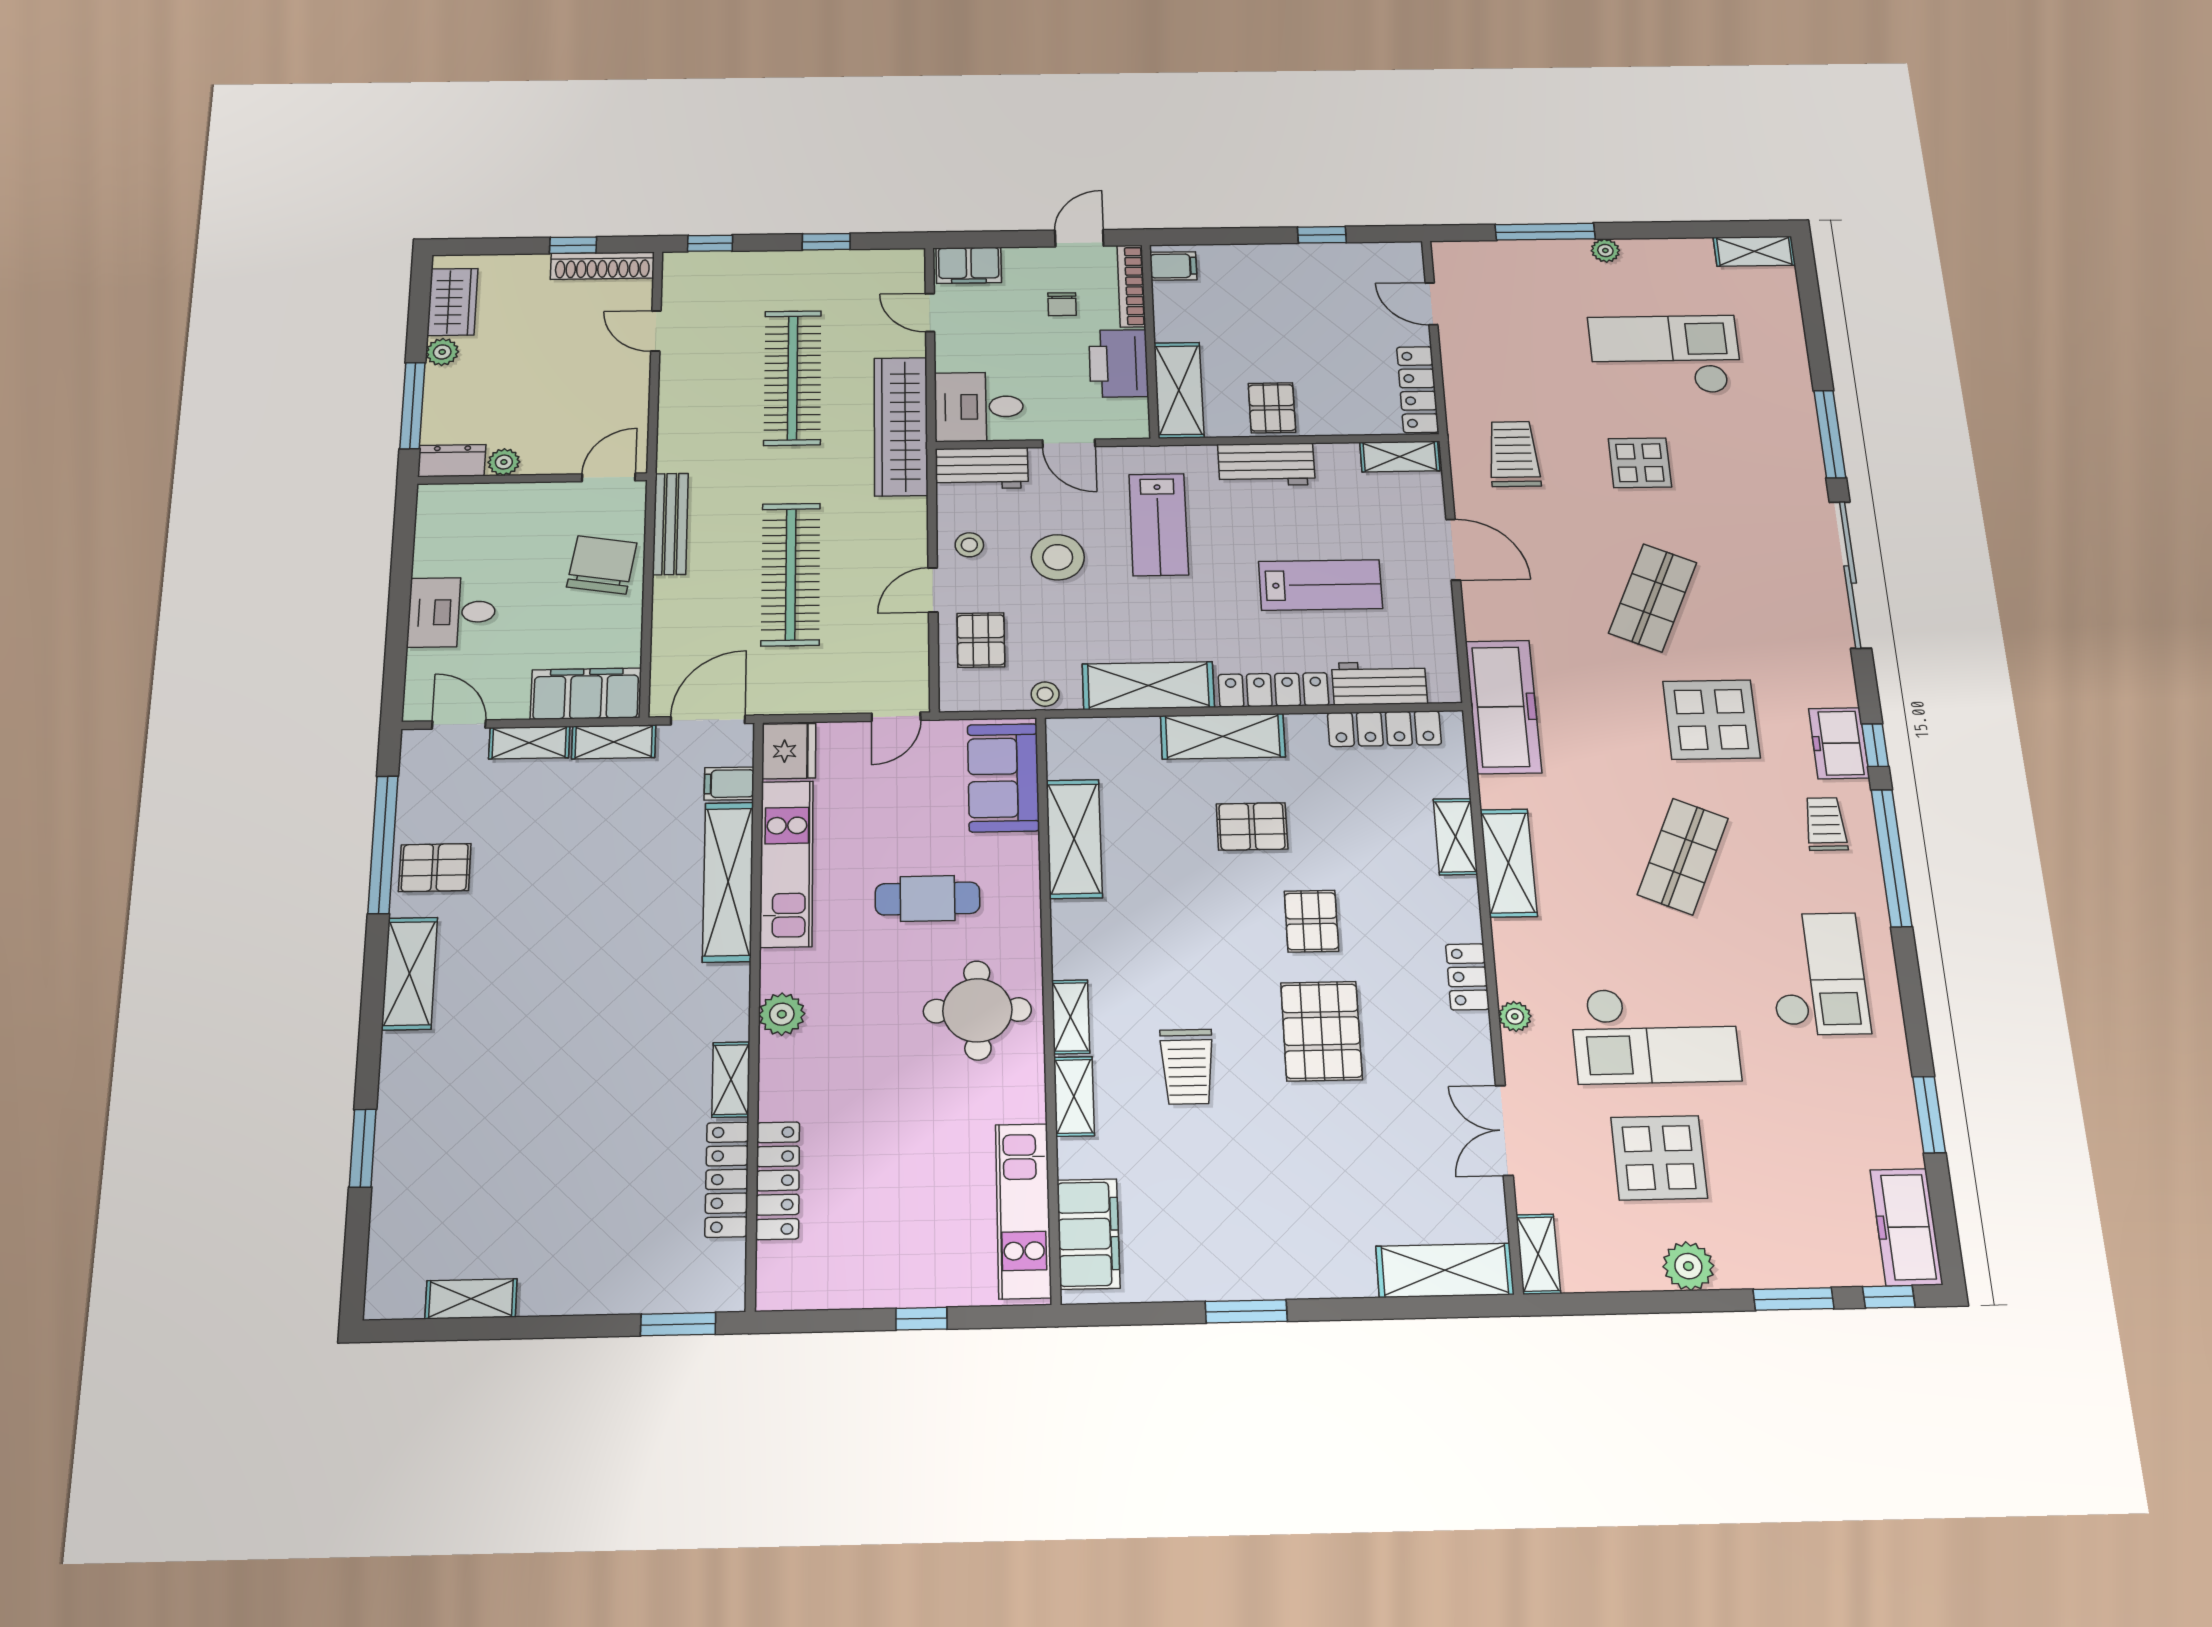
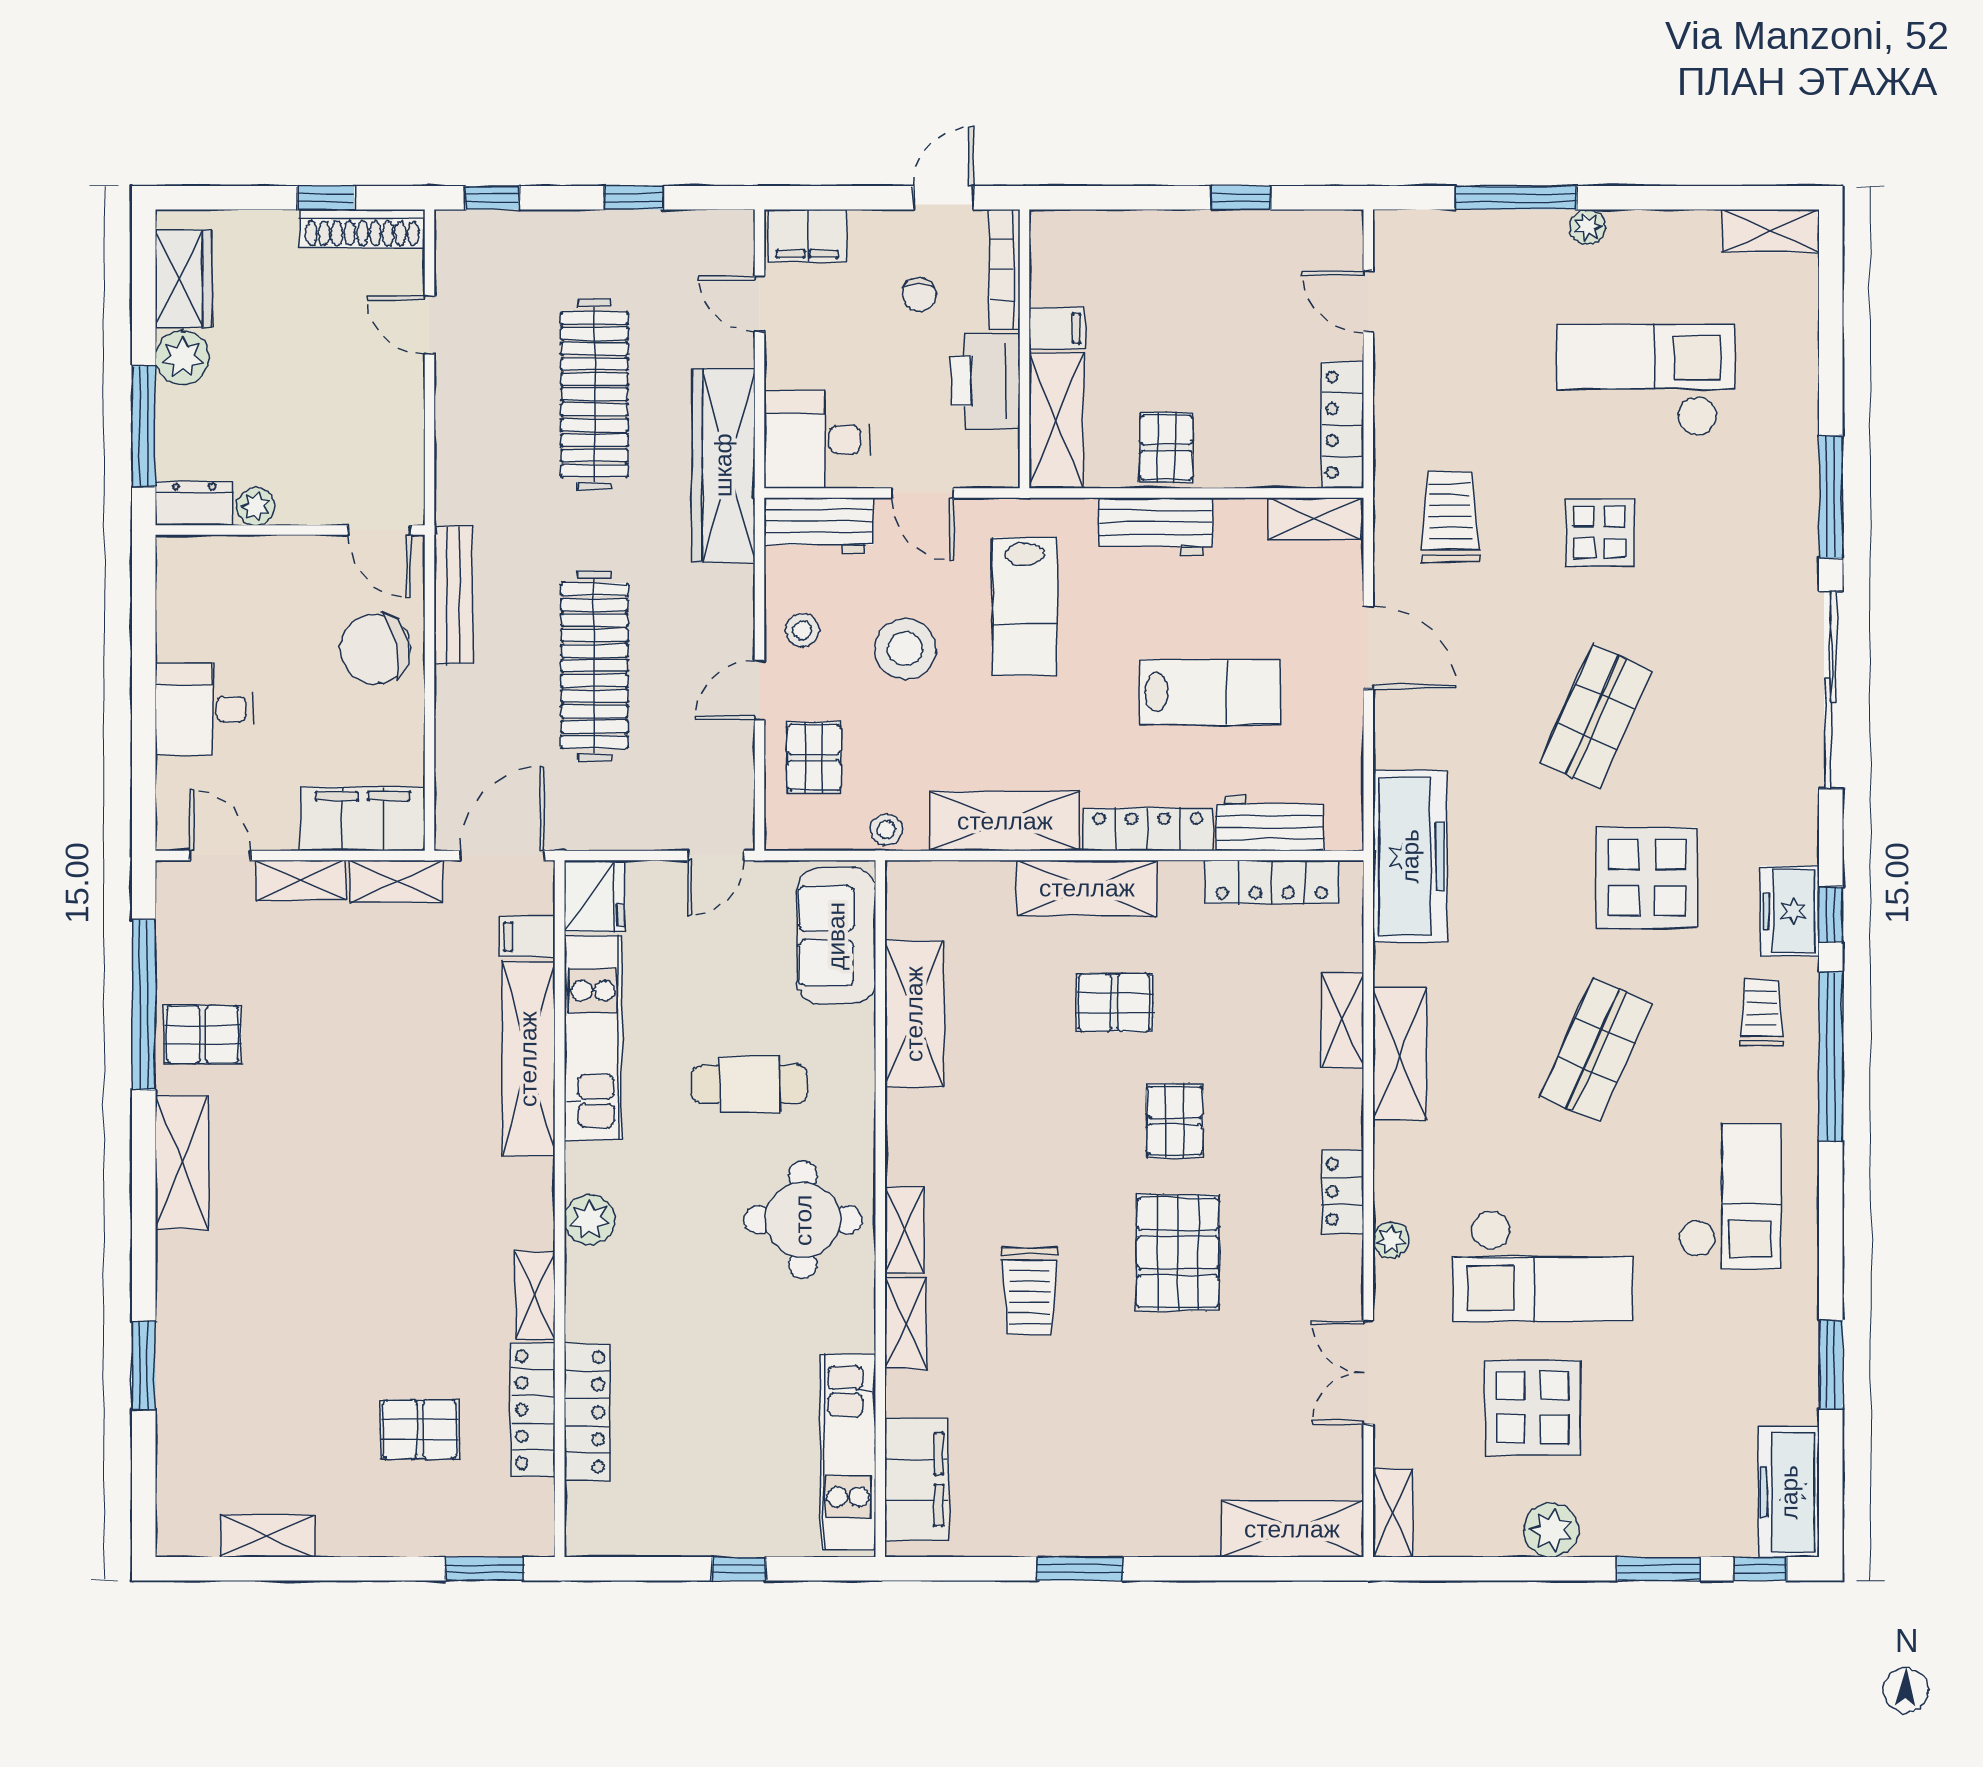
filing cabinet: (1173, 266) -> (1057, 328), moved
plant: (442, 352) -> (182, 358), width x1.38, depth x1.38
door: (609, 477) -> (379, 530), swing flipped
chair: (602, 565) -> (375, 649), turned -112
pallet: (620, 1199) -> (420, 1429), added

